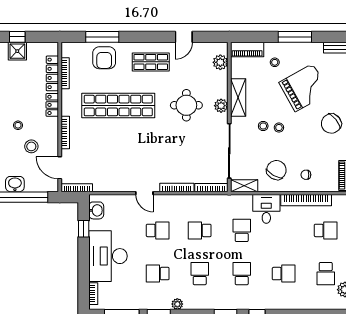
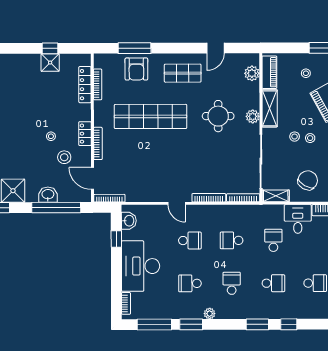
piano: (247, 49) -> (269, 72), moved, turned -90
locker: (52, 105) -> (85, 134), moved
school desk: (242, 274) -> (273, 283), turned 90

